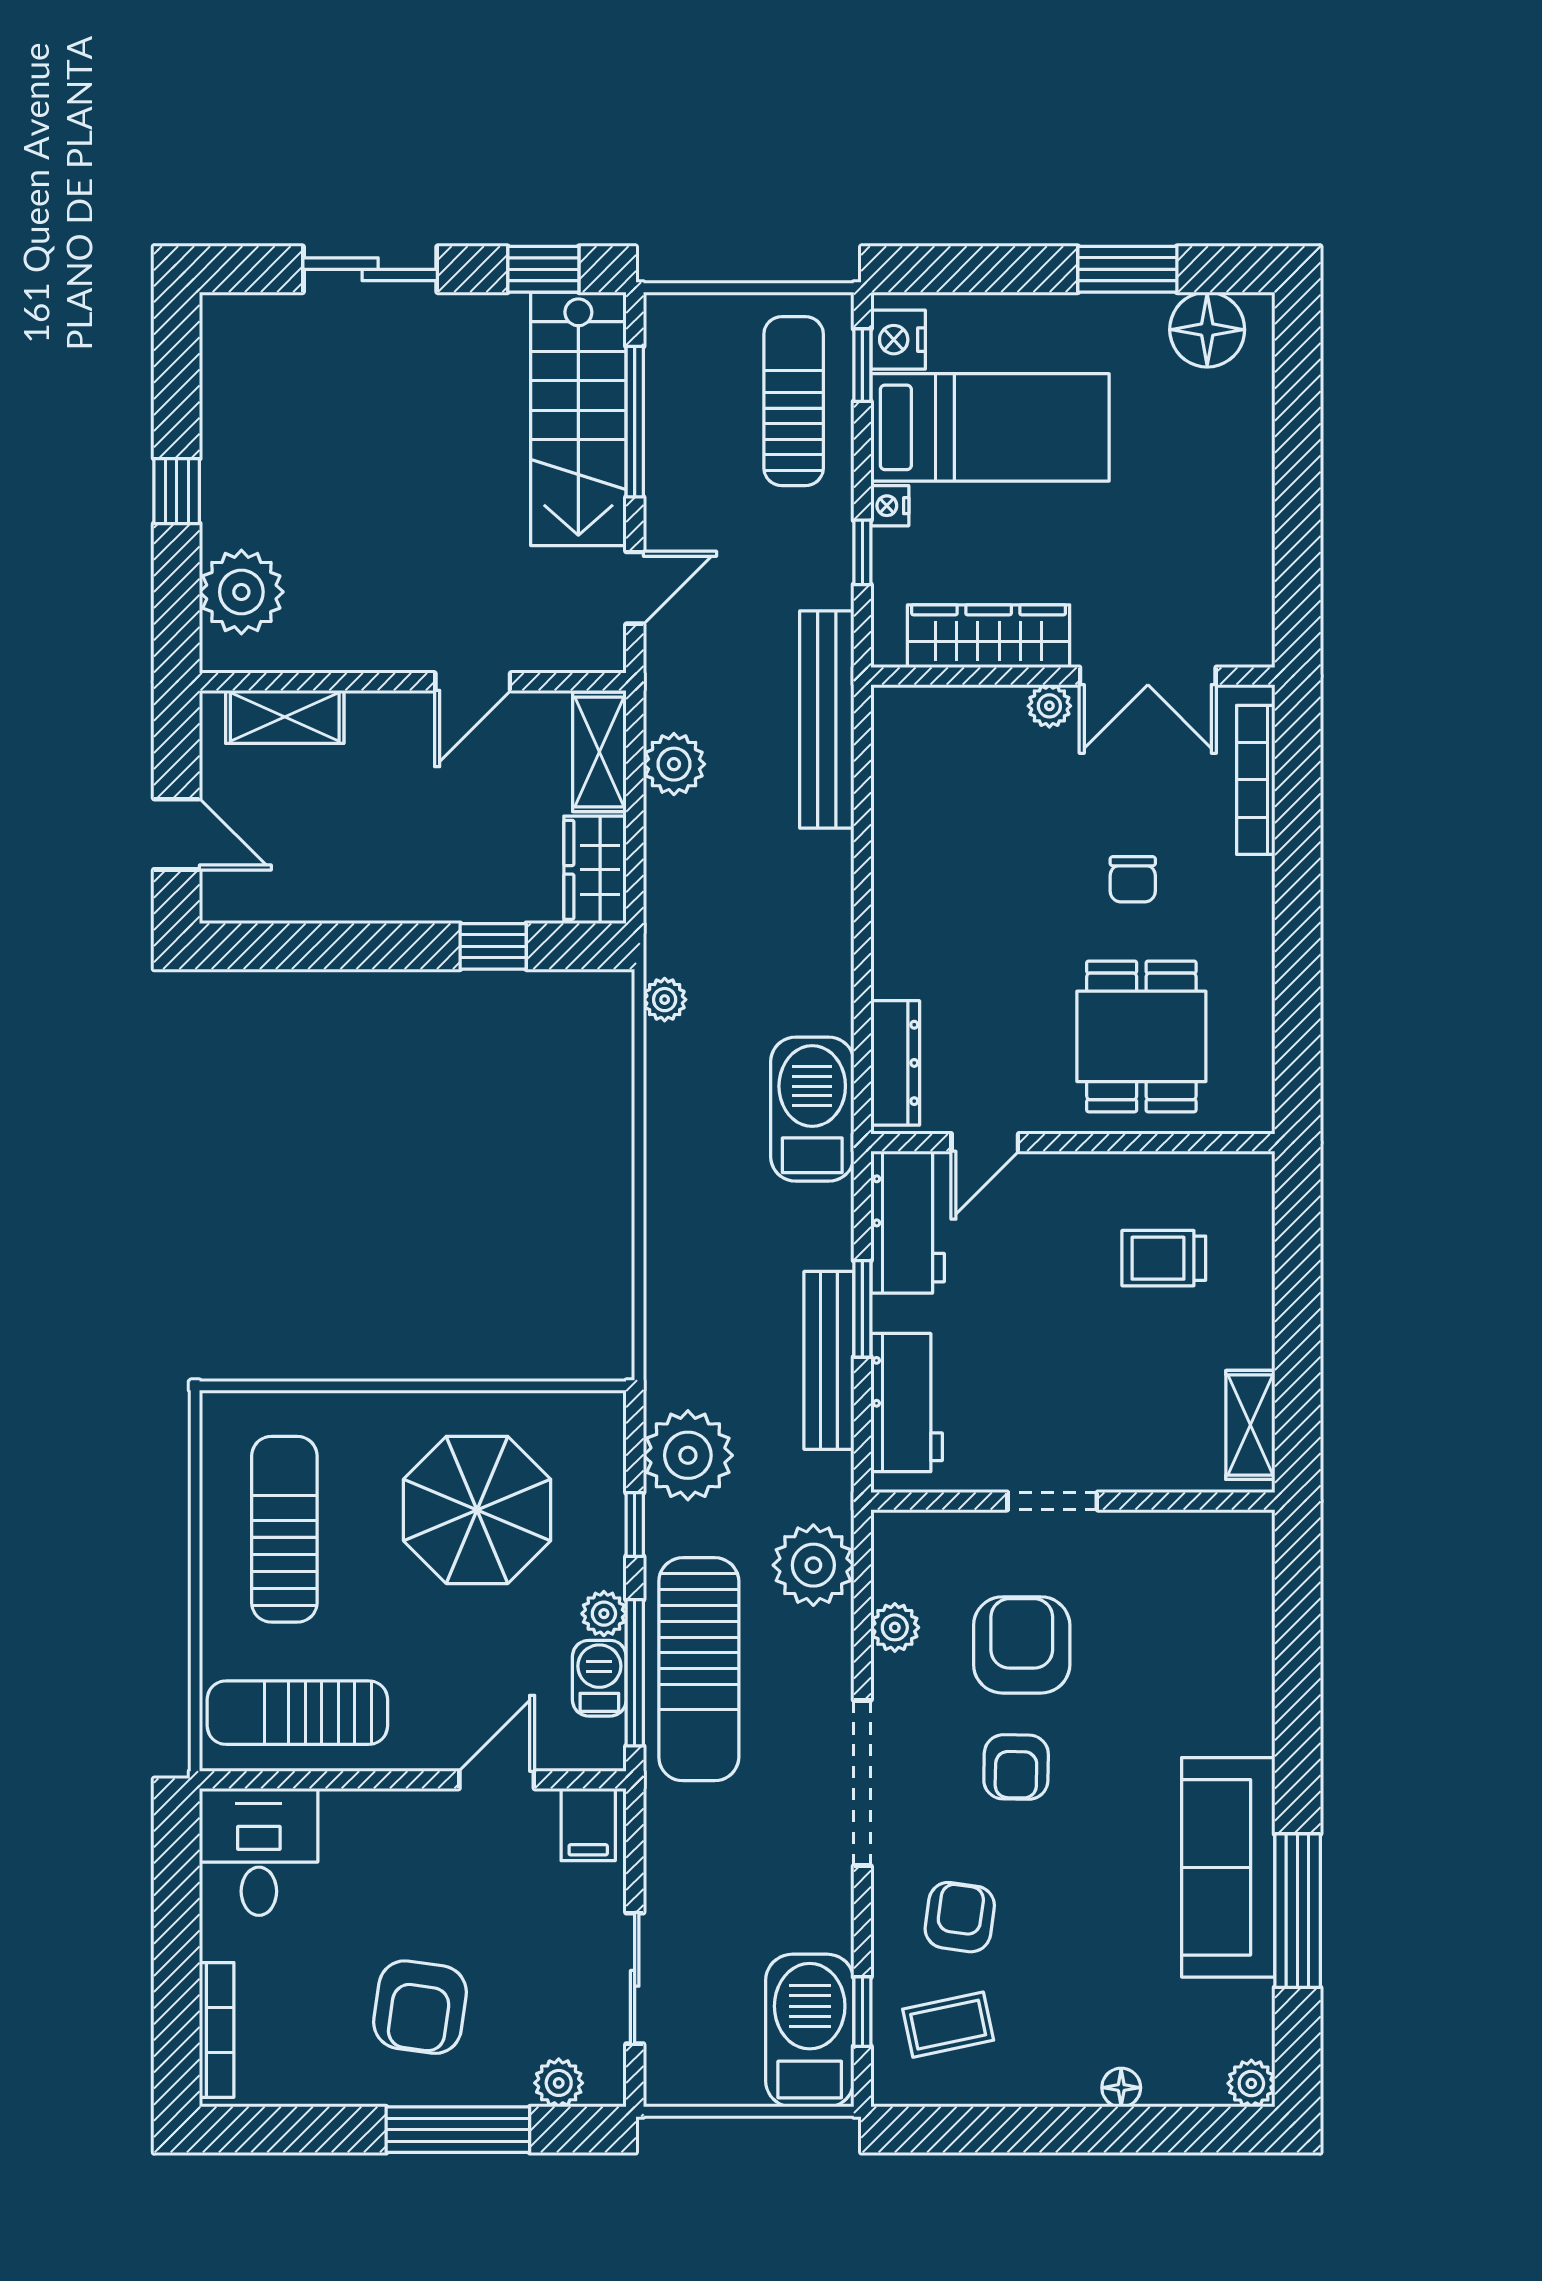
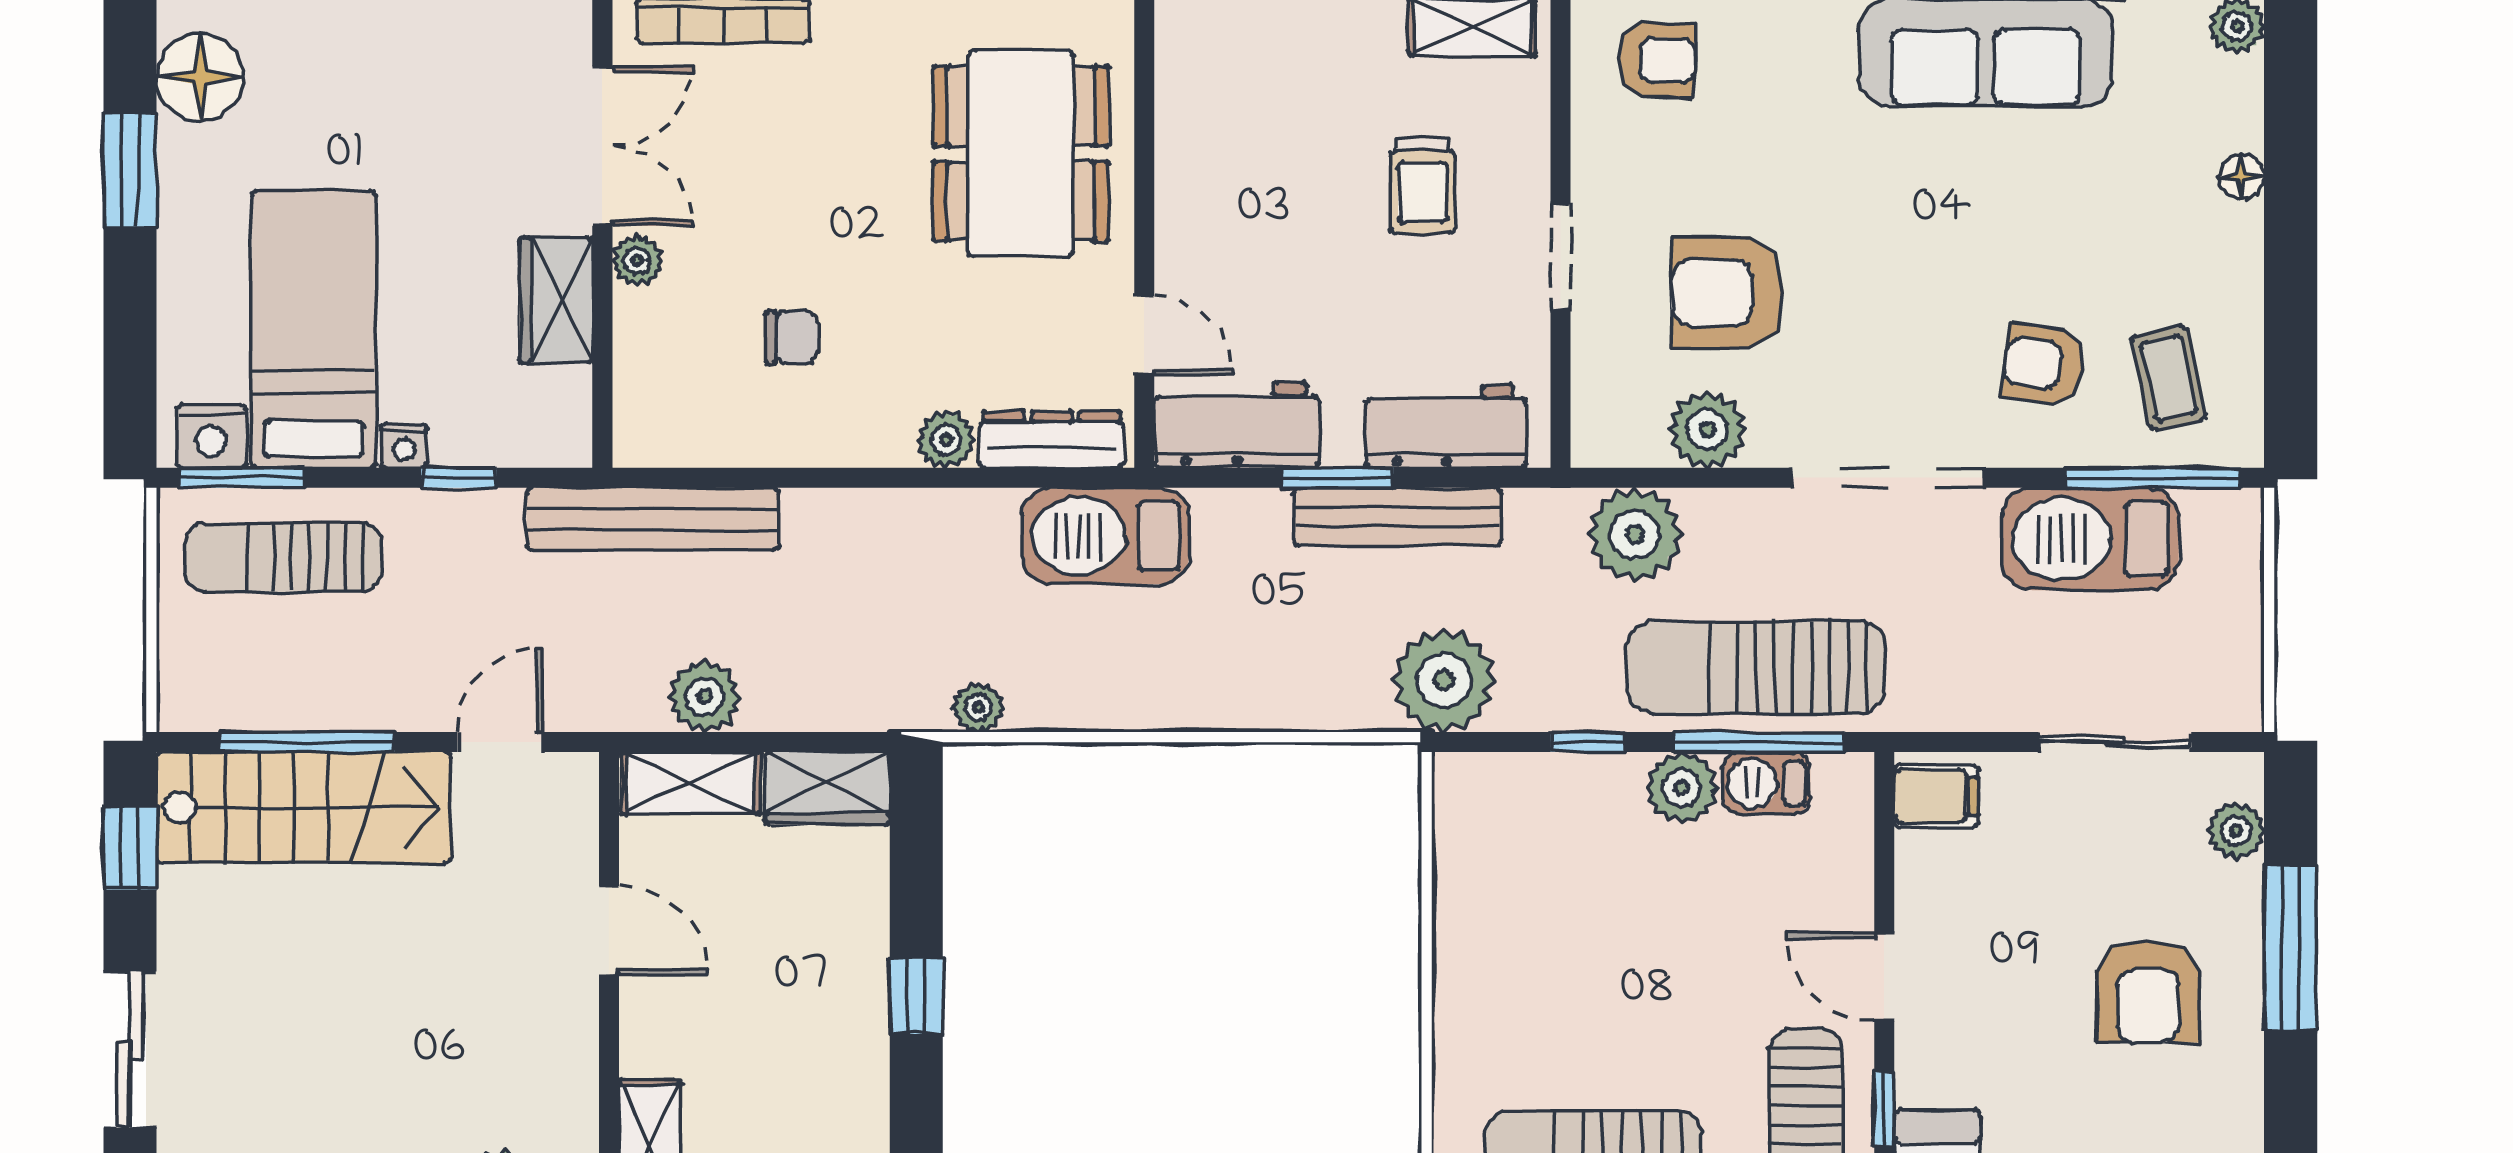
window: (862, 365) -> (241, 478), width x1.50
door: (635, 588) -> (500, 742), hinge flipped
wardrobe: (989, 636) -> (556, 300), width x0.67
chair: (1133, 879) -> (792, 337), moved
window: (493, 946) -> (916, 996), moved
plant: (895, 972) -> (946, 440), added
dining table: (1141, 1036) -> (1021, 154), width x1.38
trolley: (1164, 1258) -> (1422, 185), moved
plant: (688, 1455) -> (1444, 680), moved
parasol: (477, 1510) -> (1571, 925), removed
plant: (604, 1614) -> (1682, 788), width x1.38, depth x1.38
plant: (895, 1627) -> (1707, 430), width x1.38, depth x1.38
sun lounger: (699, 1669) -> (1756, 668), turned 180
armchair: (1016, 1767) -> (1657, 60), moved
window: (319, 1780) -> (1884, 1109), added
door: (497, 1780) -> (1884, 977), moved
armchair: (420, 2007) -> (2148, 991), turned 82
window: (862, 2012) -> (2153, 478), width x2.17
barbecue: (810, 2031) -> (2090, 539), moved

